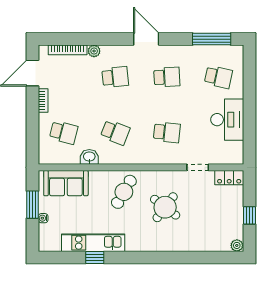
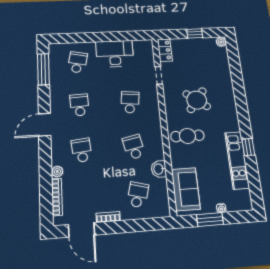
school desk: (115, 132) -> (134, 147), turned -33
cafe table: (124, 192) -> (187, 136), turned -30
window: (95, 257) -> (248, 147), moved

